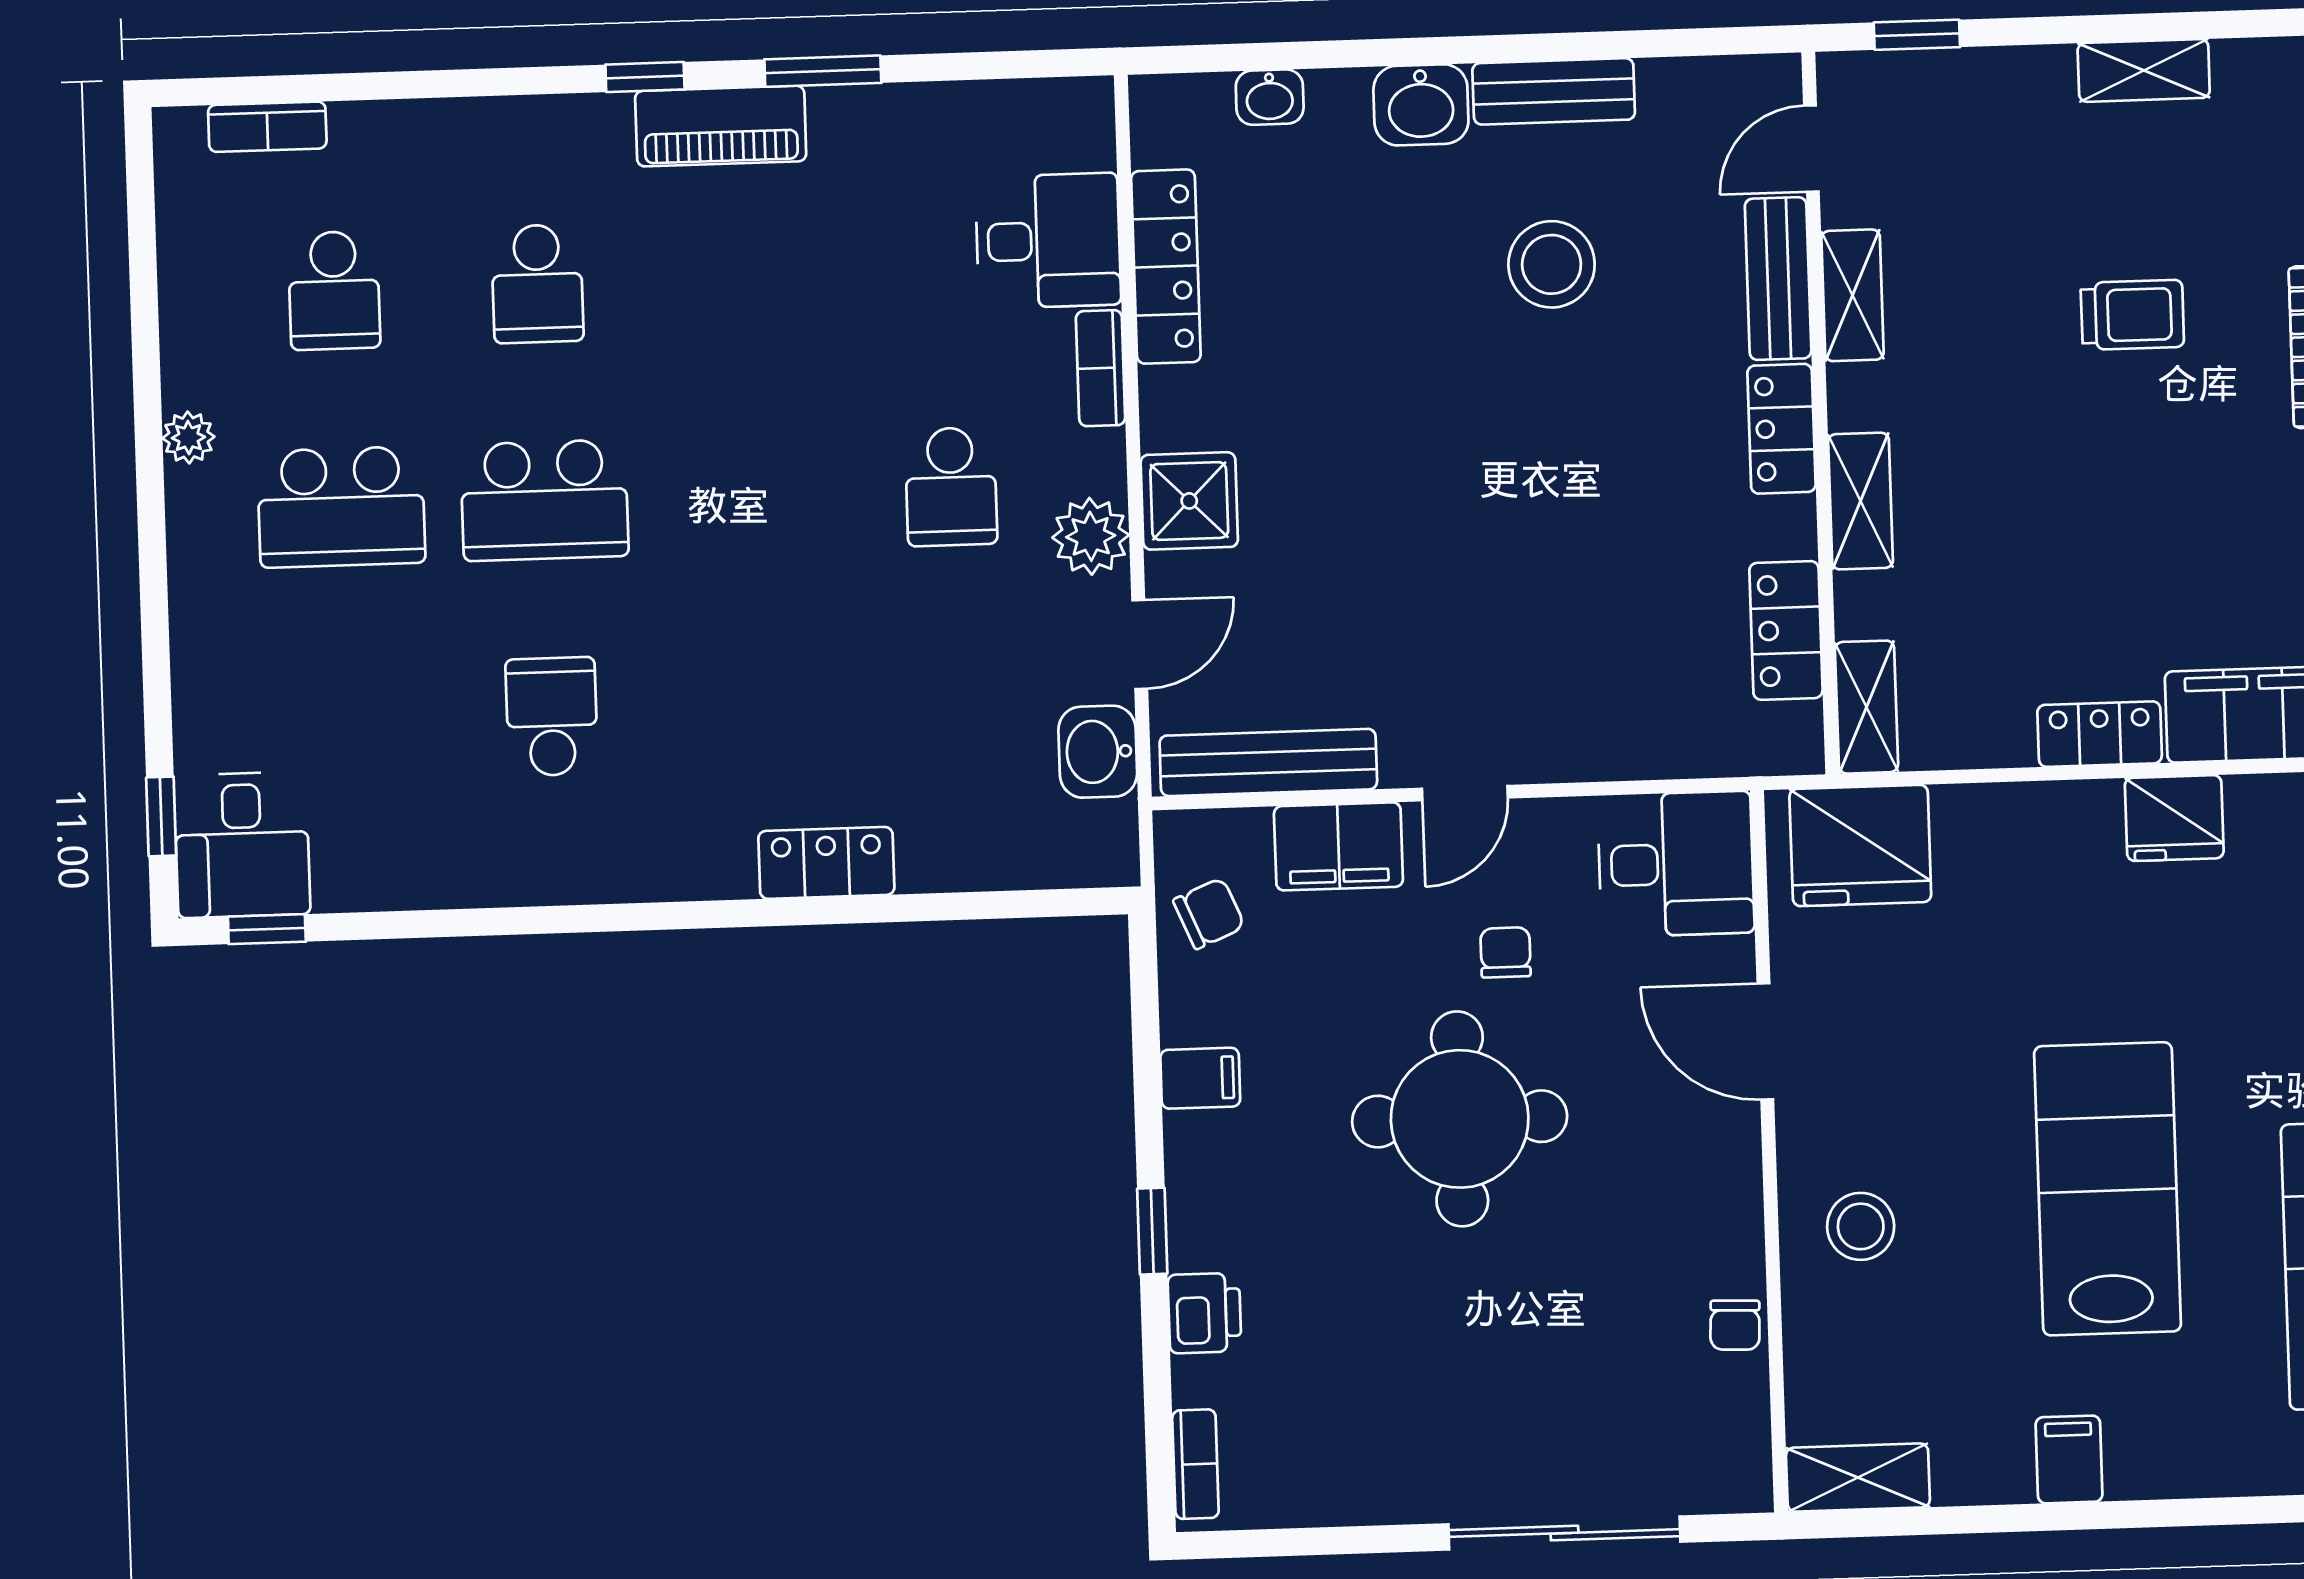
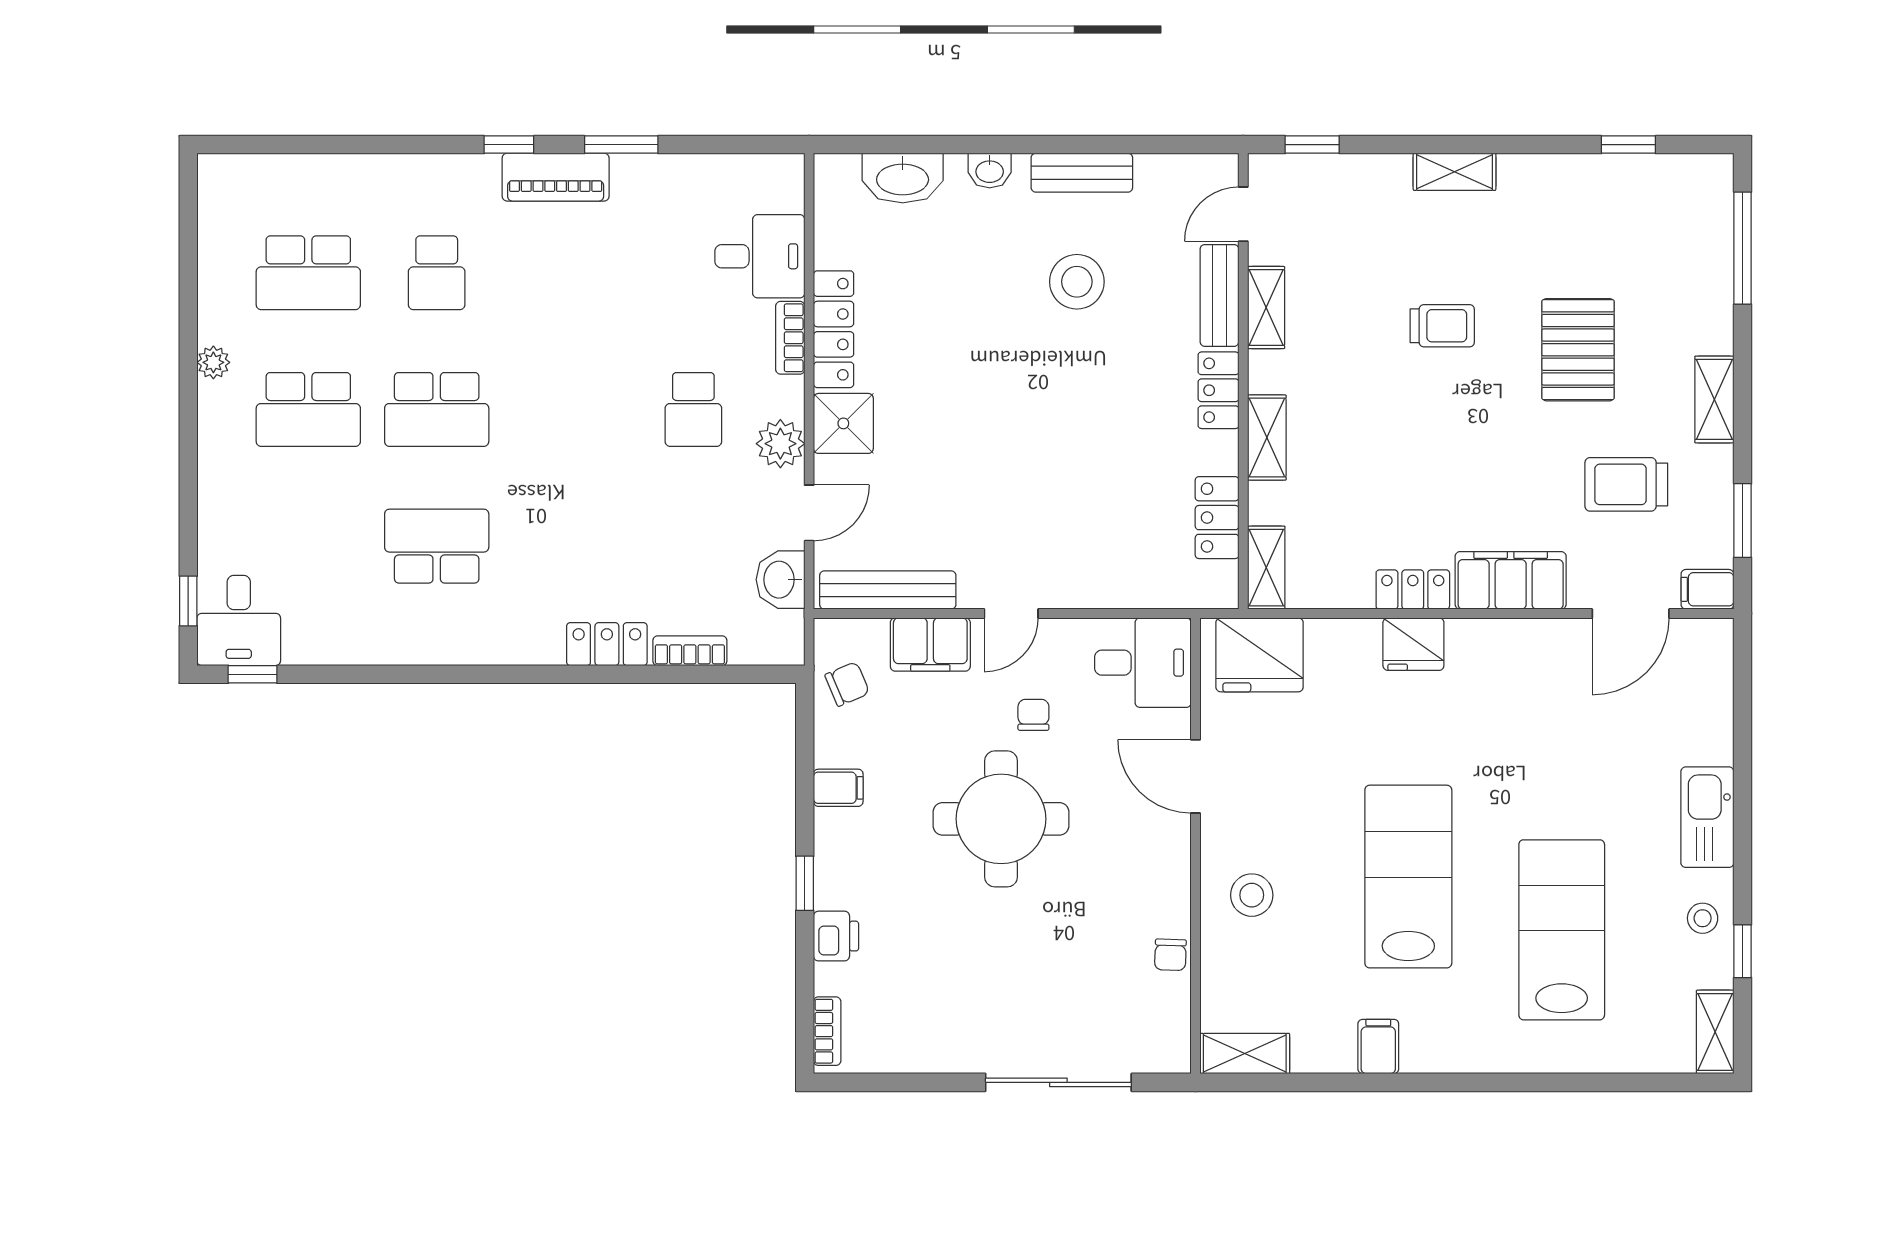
washbasin: (1270, 97) -> (903, 178), width x1.91, depth x1.45
washbasin: (1421, 105) -> (990, 171), width x0.72, depth x0.69
bookcase: (267, 127) -> (690, 651), moved, turned 180
locker: (1166, 267) -> (834, 329), moved
school desk: (334, 290) -> (308, 273), width x1.85
school desk: (552, 717) -> (437, 546), width x1.85
fridge: (2174, 818) -> (1413, 644), moved

